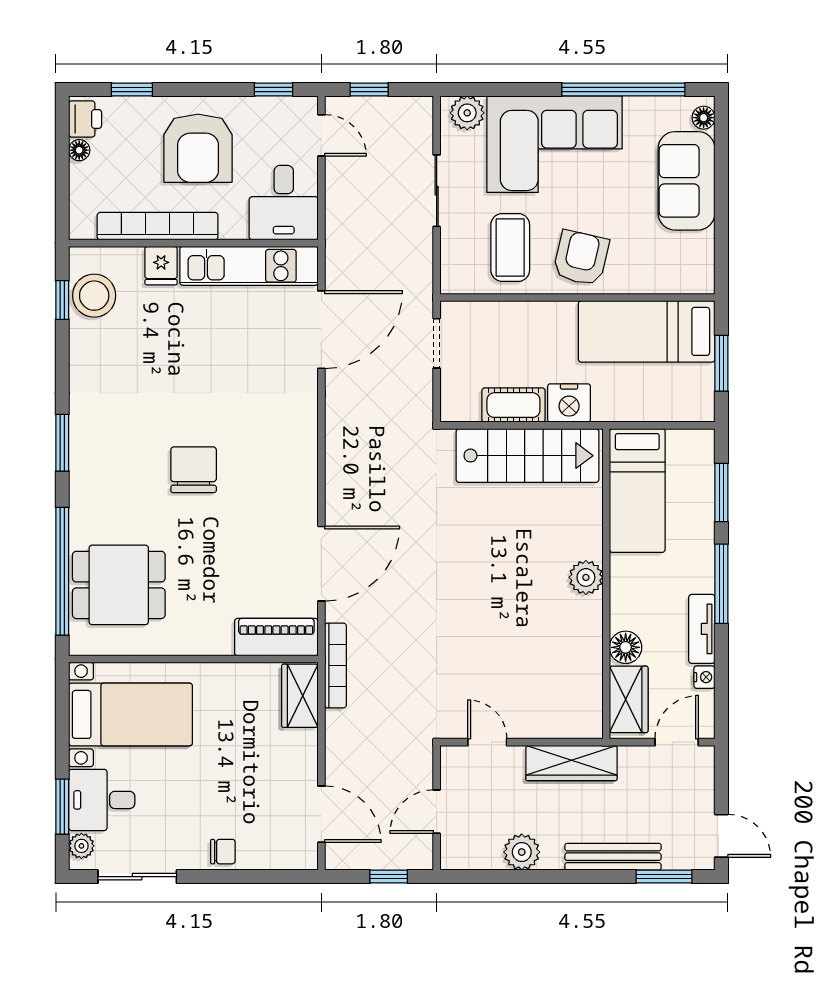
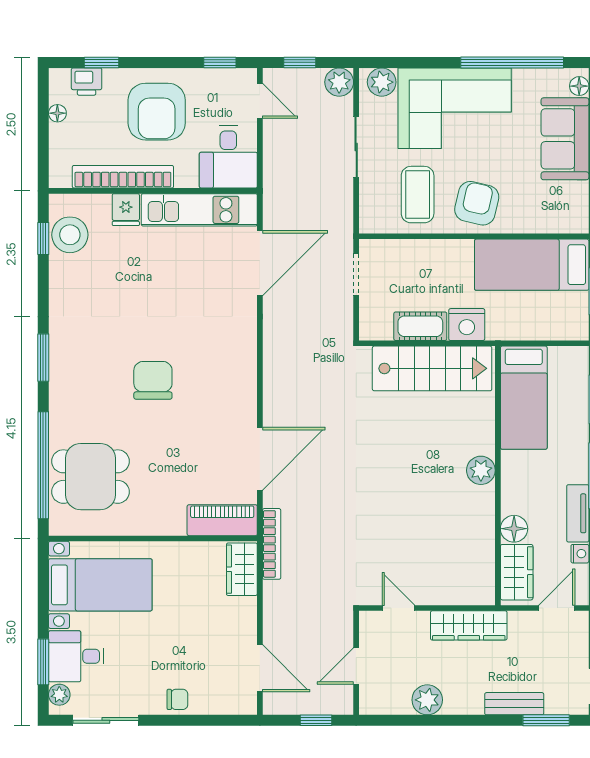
plant: (416, 113) -> (339, 82), added
printer: (85, 119) -> (87, 82), moved, turned 90
bench: (613, 857) -> (514, 704), width x0.73

